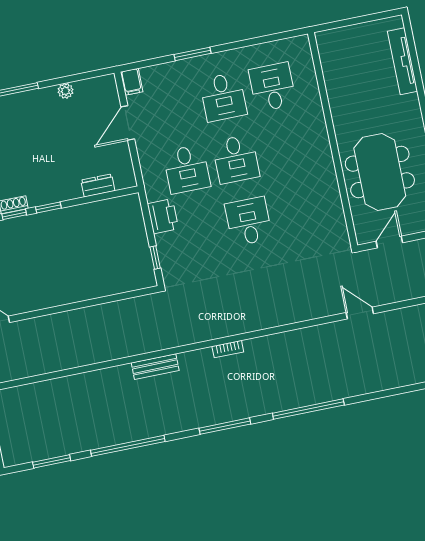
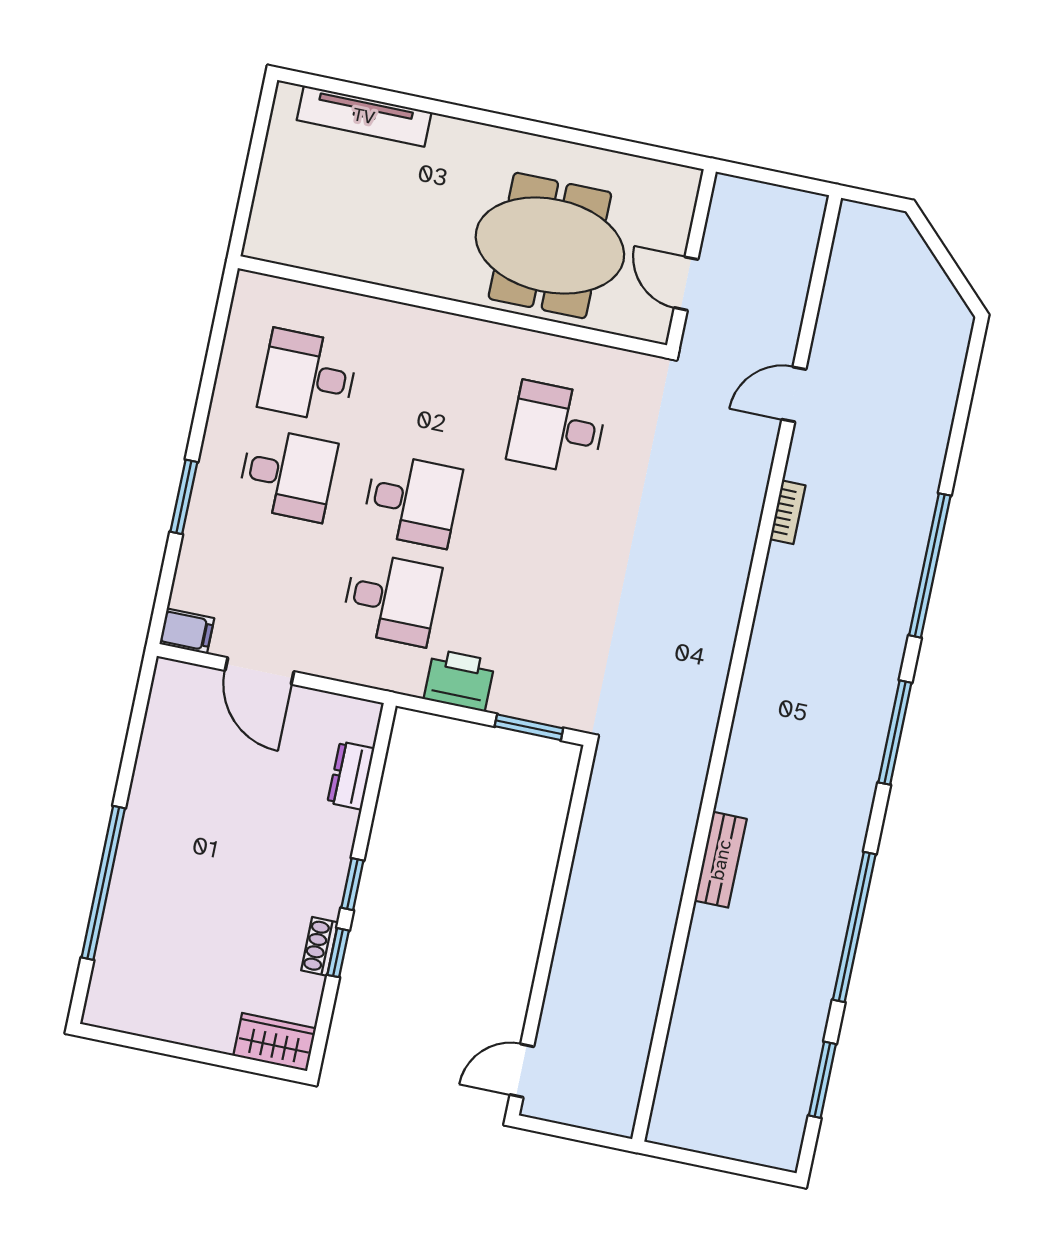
plant: (65, 91) -> (151, 760), removed
desk: (249, 221) -> (557, 428), moved
window: (155, 257) -> (529, 727), width x1.50
bookcase: (228, 349) -> (788, 512), moved
bench: (155, 367) -> (721, 860), moved

